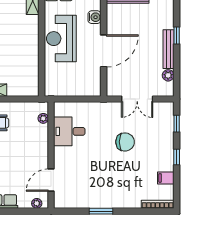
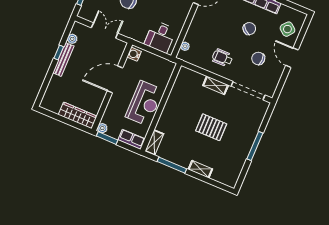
water cooler: (94, 17) -> (134, 54), moved
window: (177, 36) -> (59, 53), moved
desk: (69, 131) -> (160, 37), moved, turned 90

